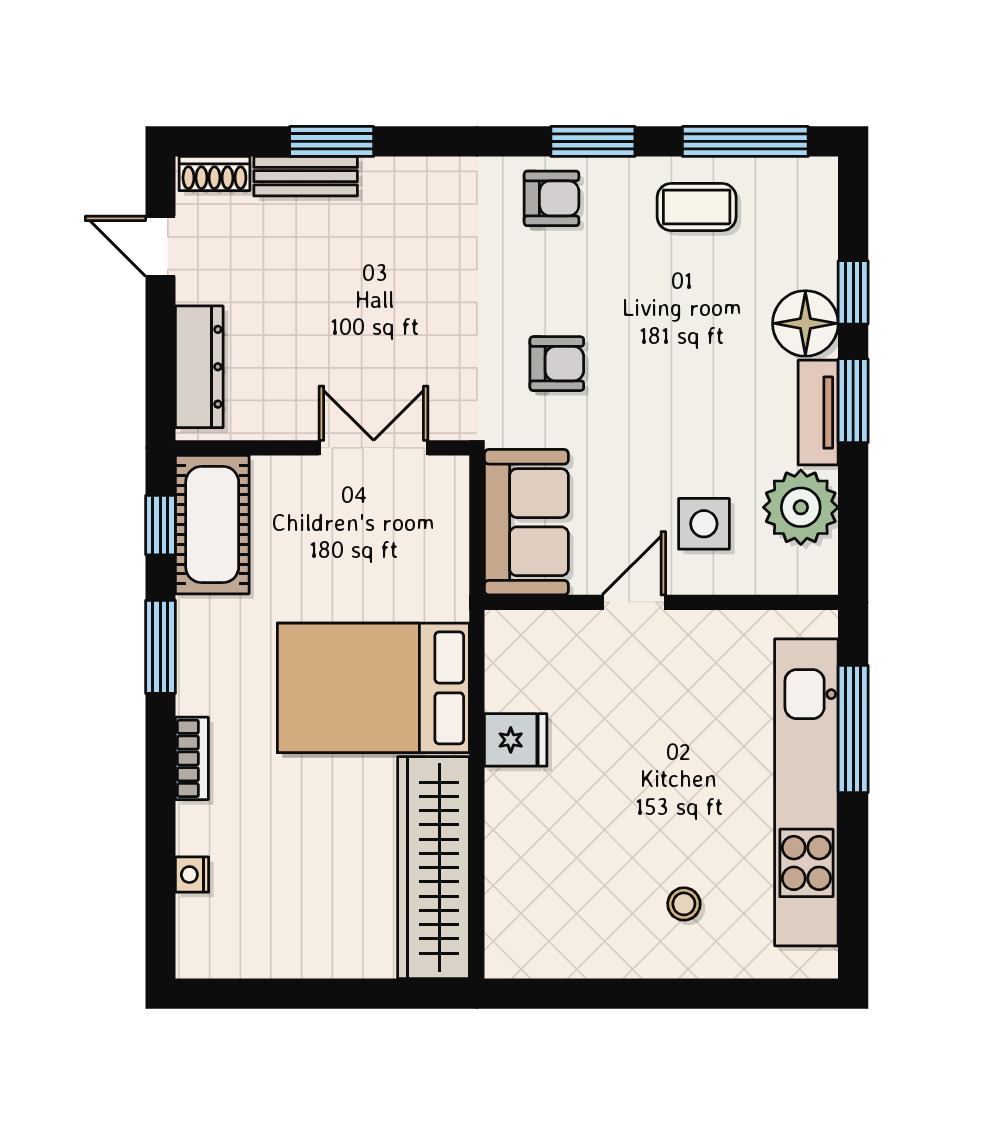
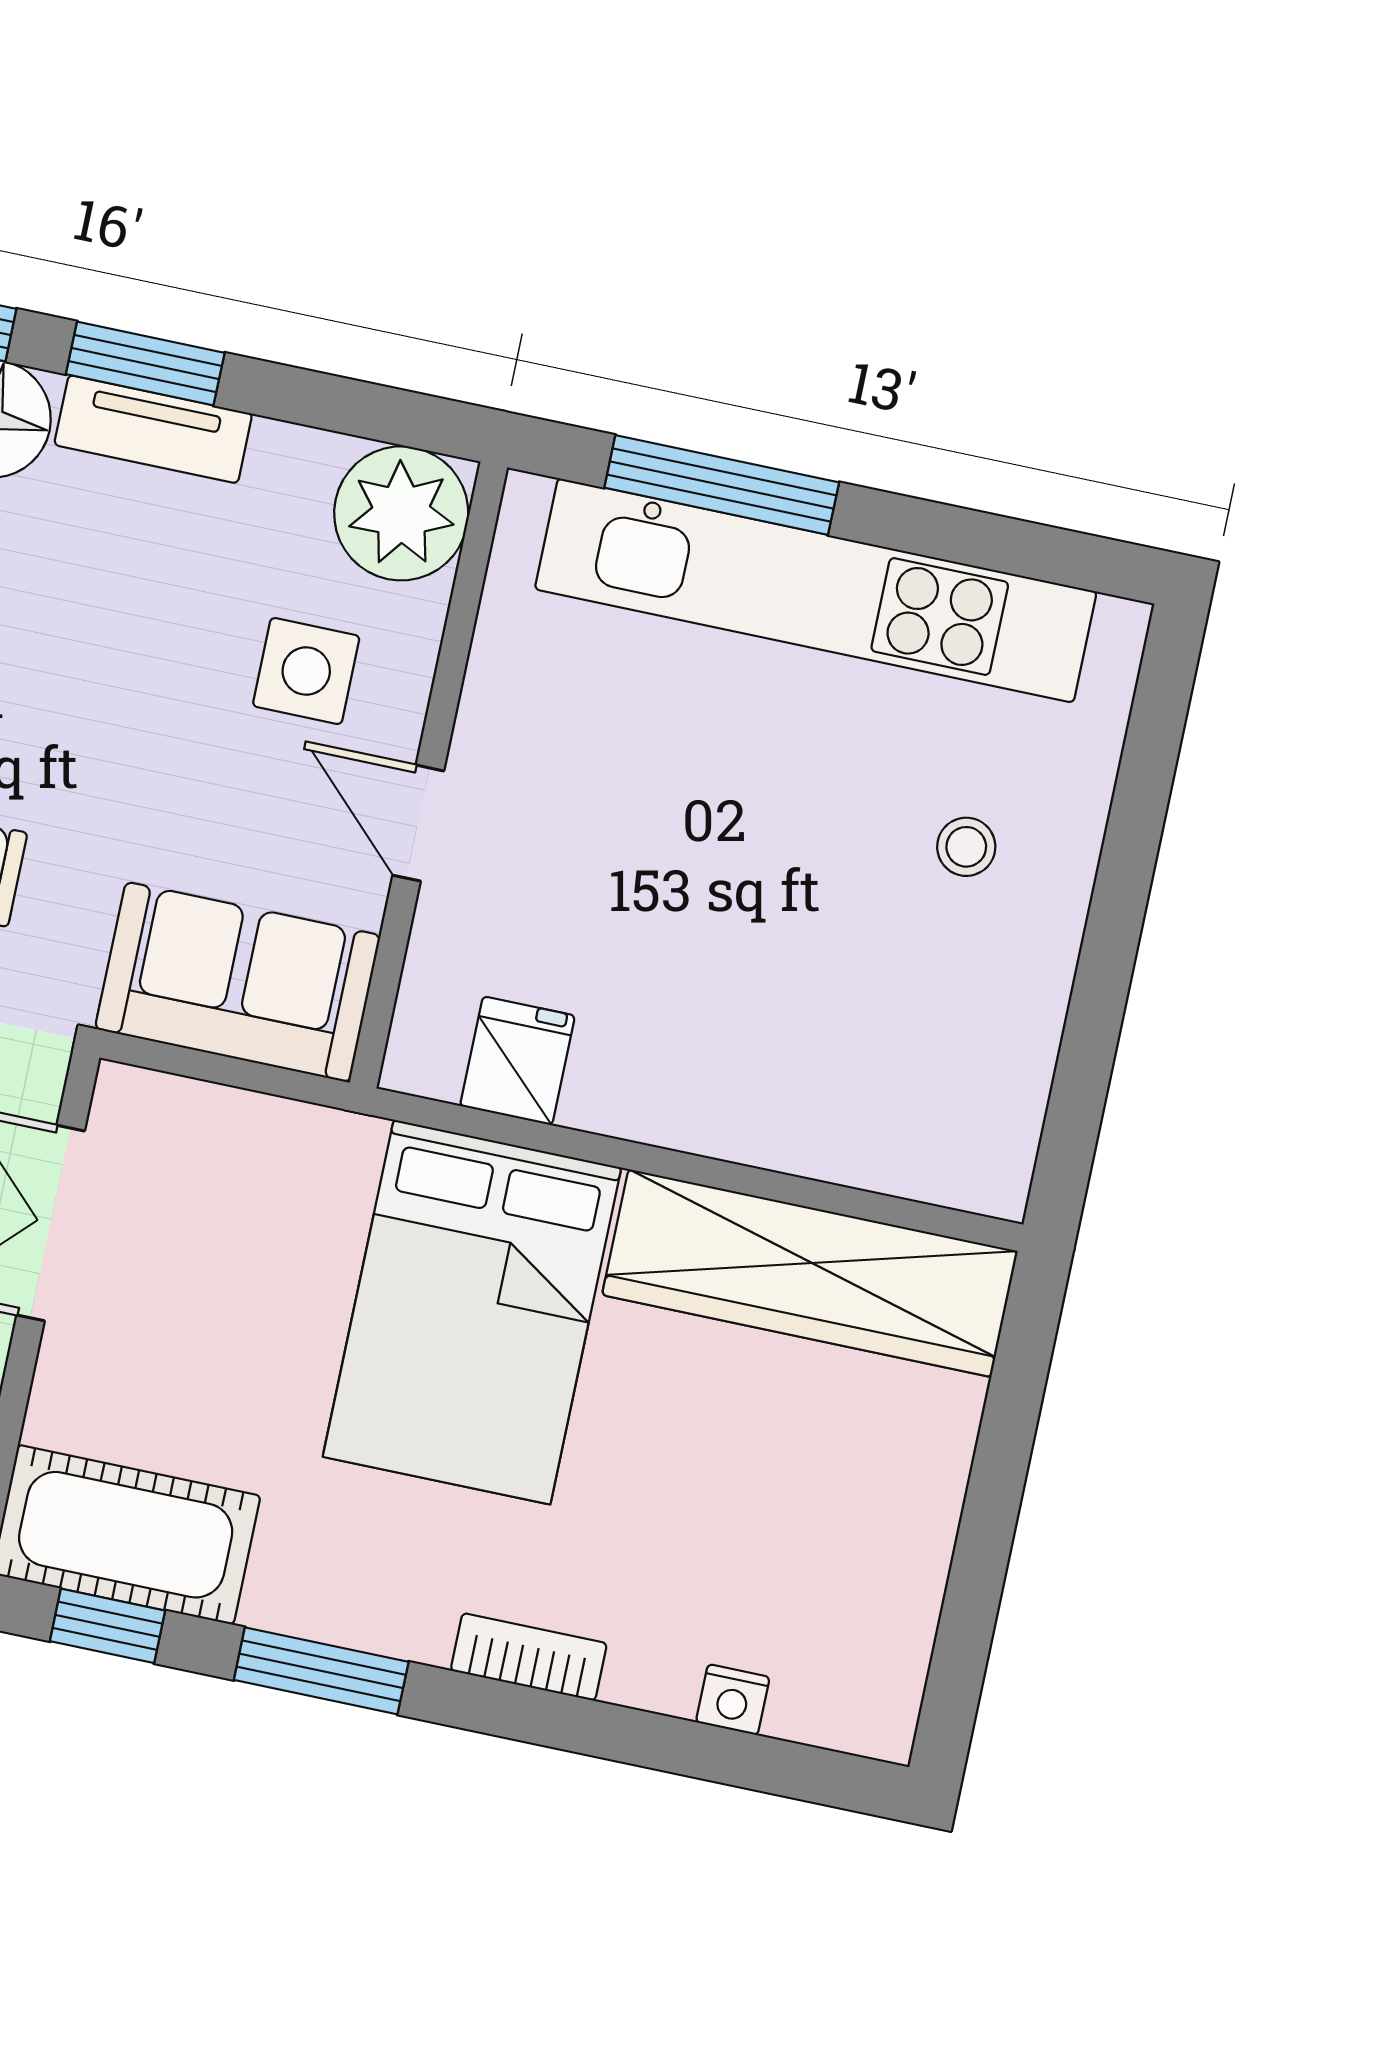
plant: (801, 507) -> (401, 513), moved
fridge: (516, 740) -> (517, 1061), moved

